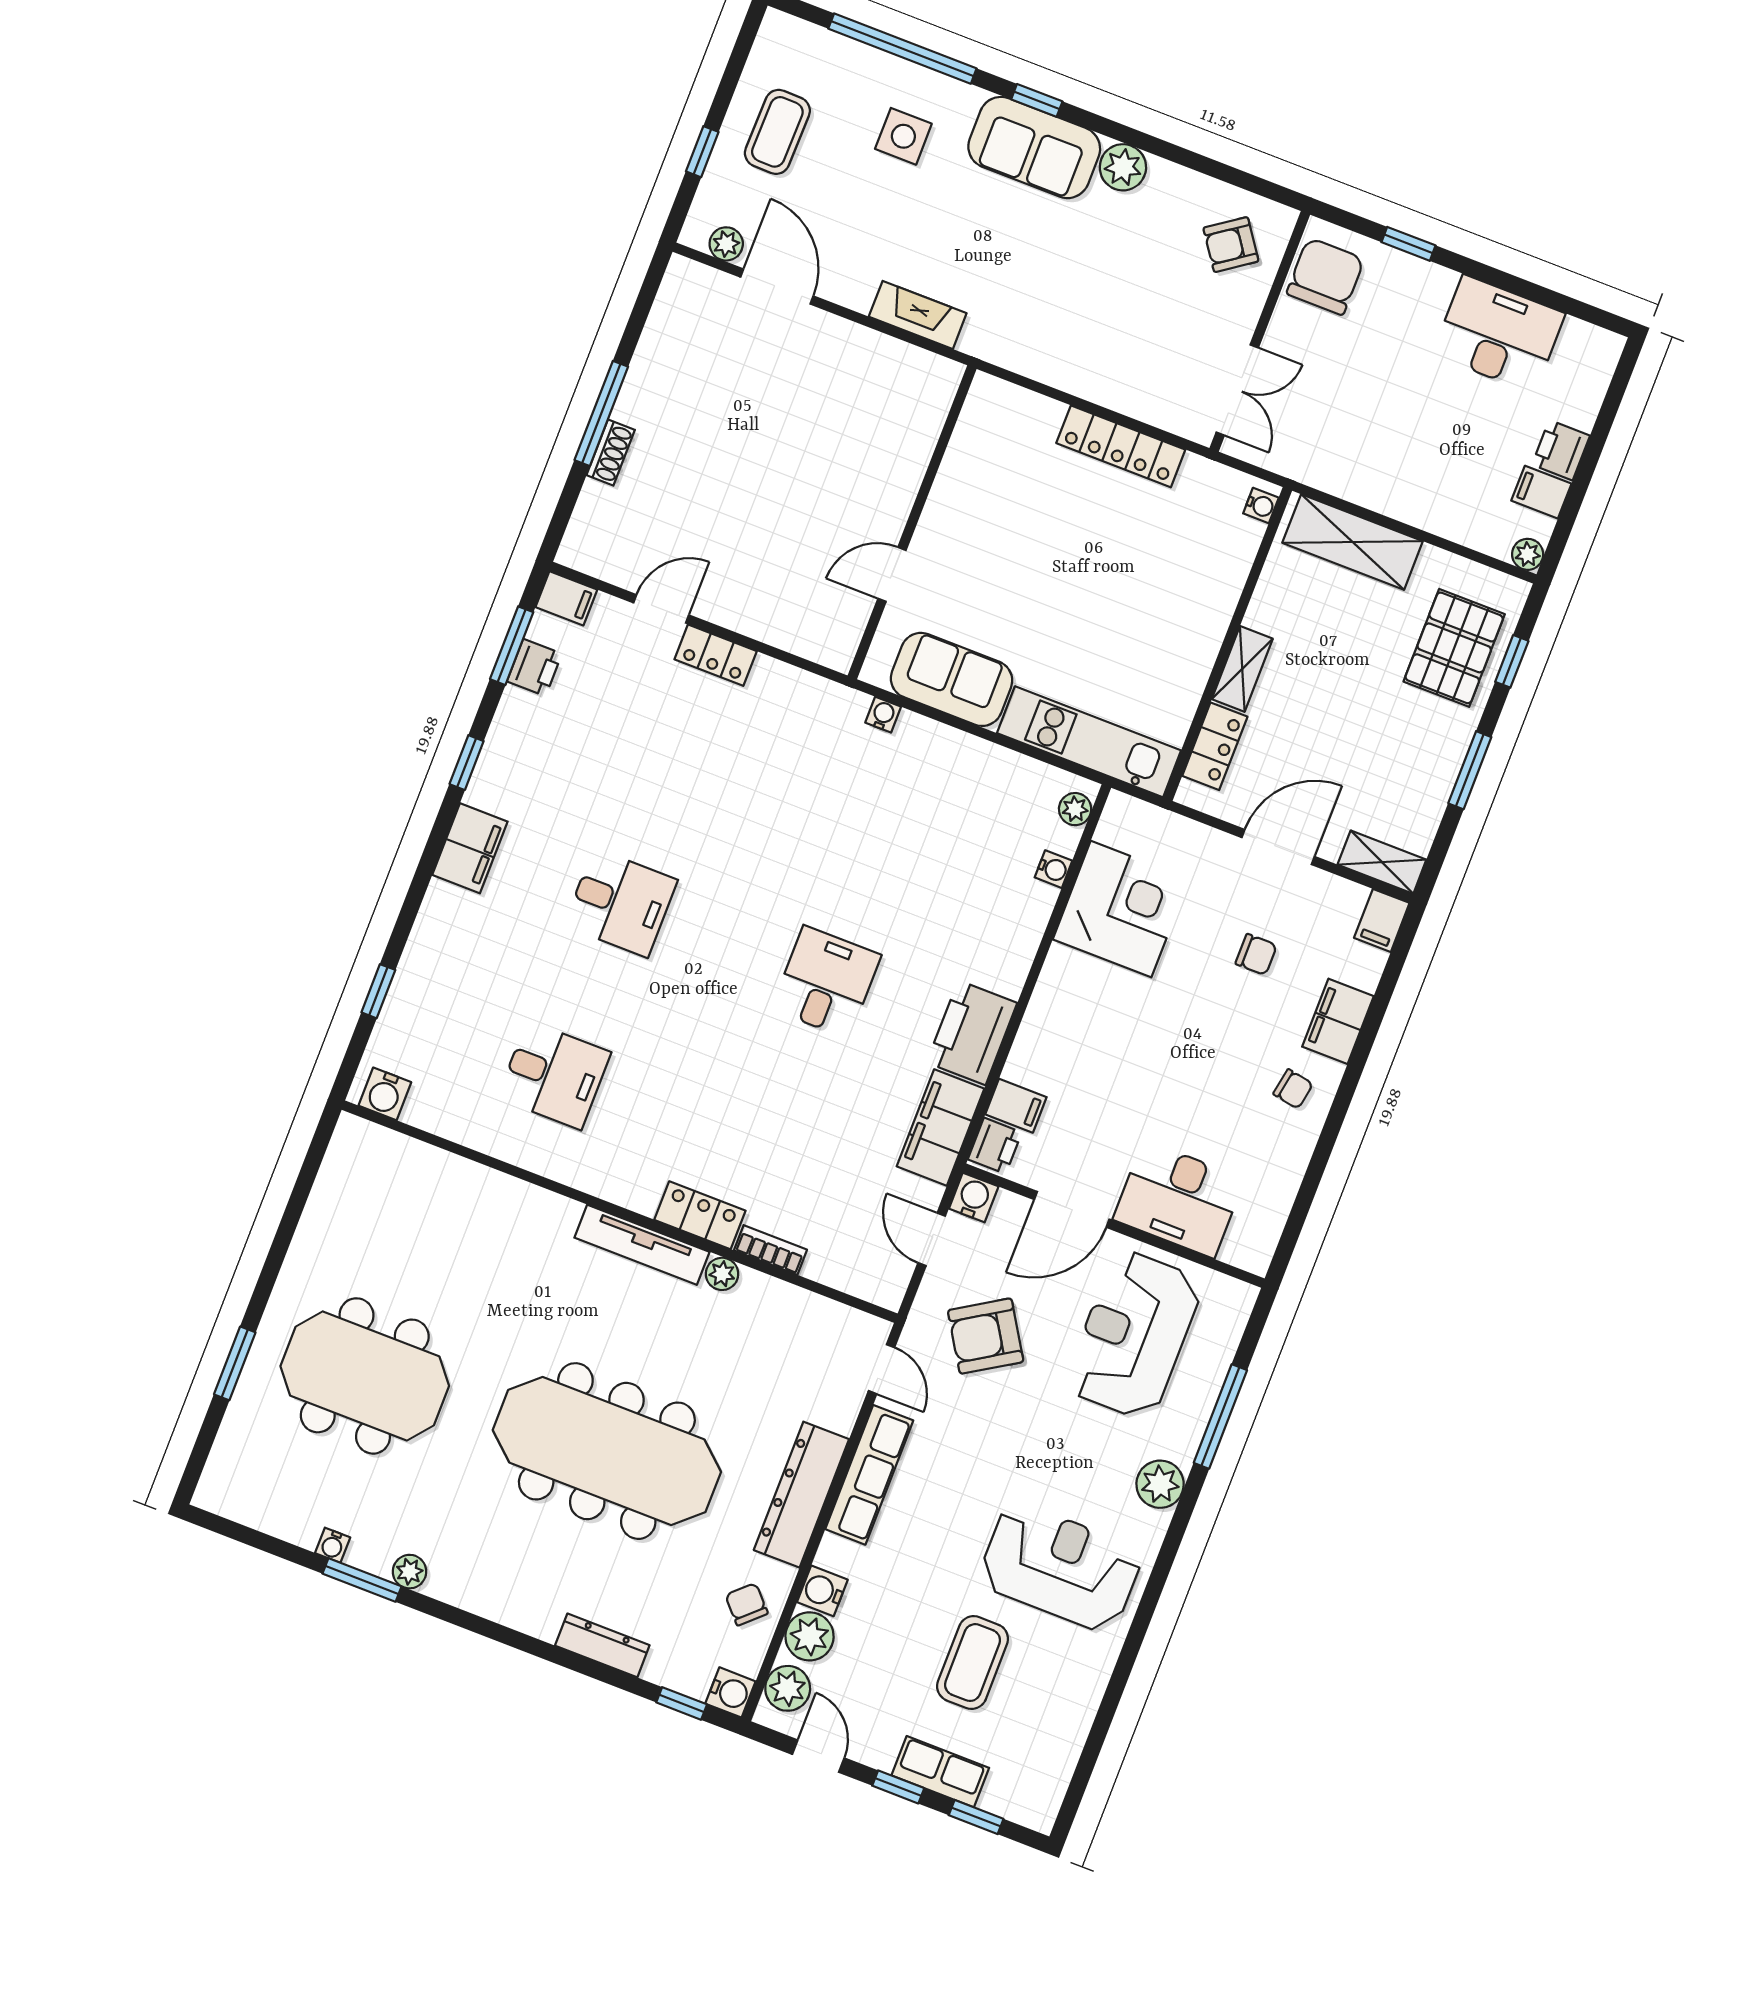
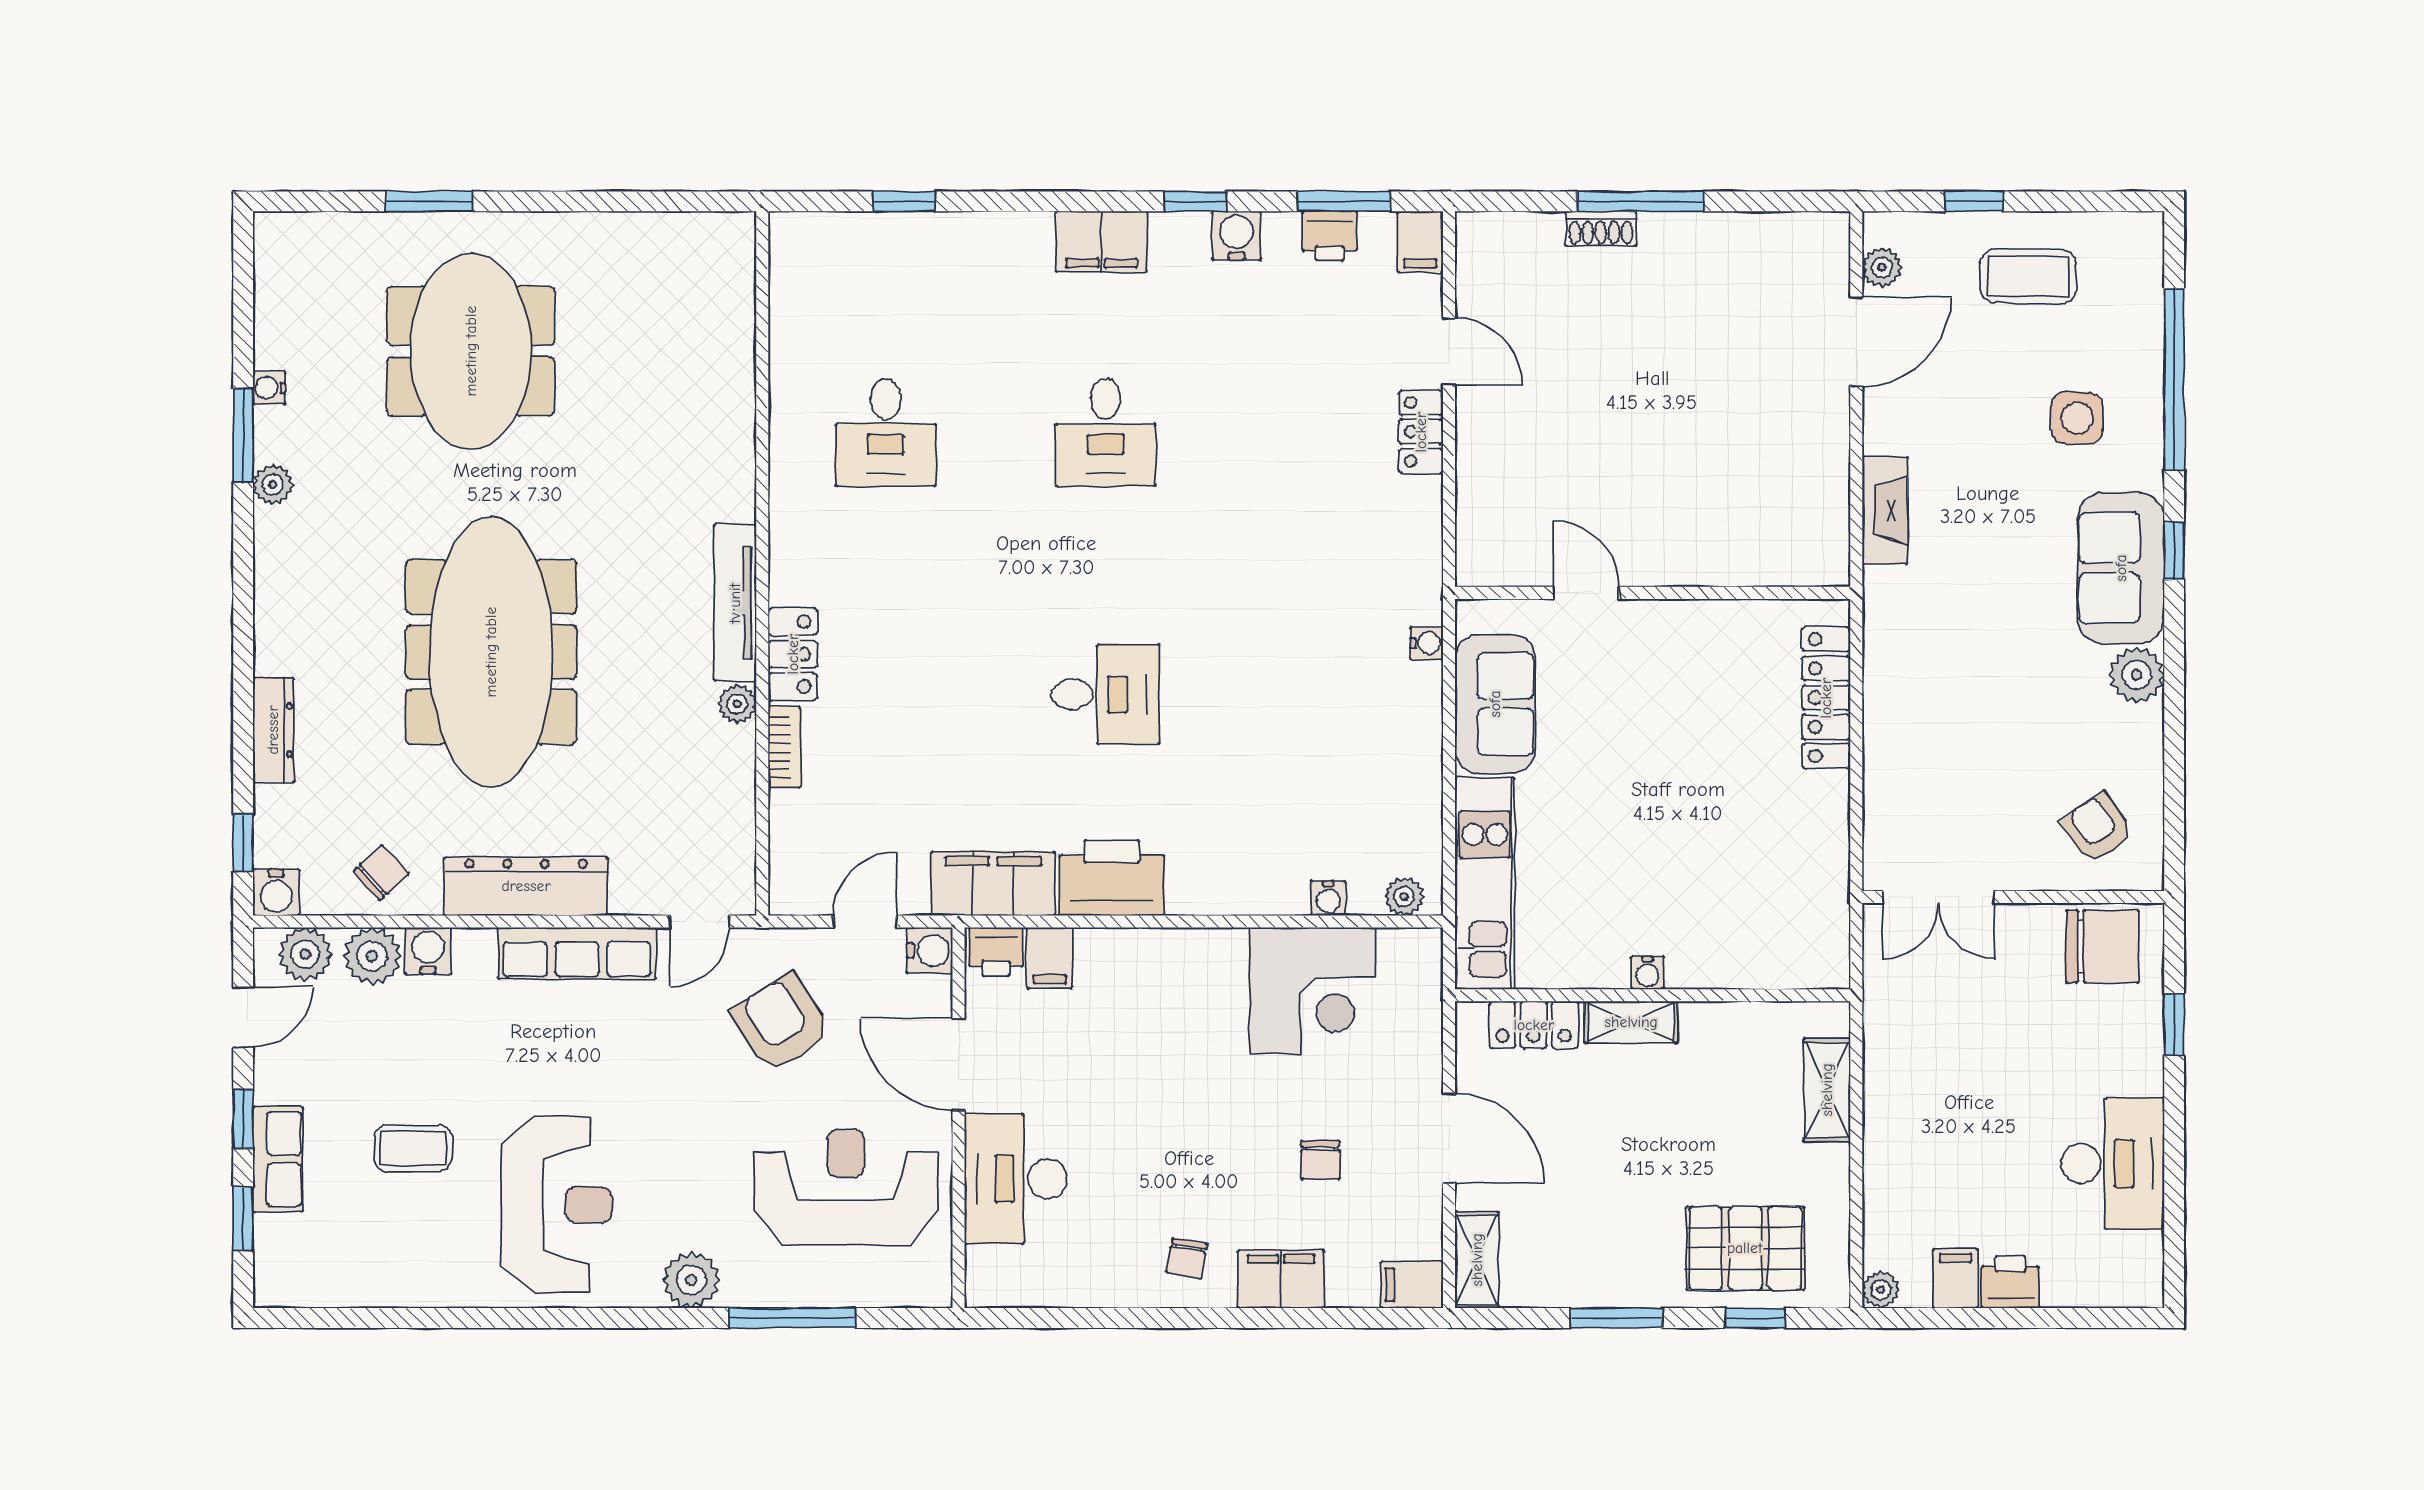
locker: (1121, 446) -> (1826, 698), moved
water cooler: (1261, 506) -> (1648, 973), moved
shelving: (1353, 542) -> (1827, 1090), width x0.67, depth x0.75
water cooler: (385, 1094) -> (1237, 236), moved, turned 90
coffee table: (973, 1663) -> (413, 1148), width x0.73, depth x0.77

